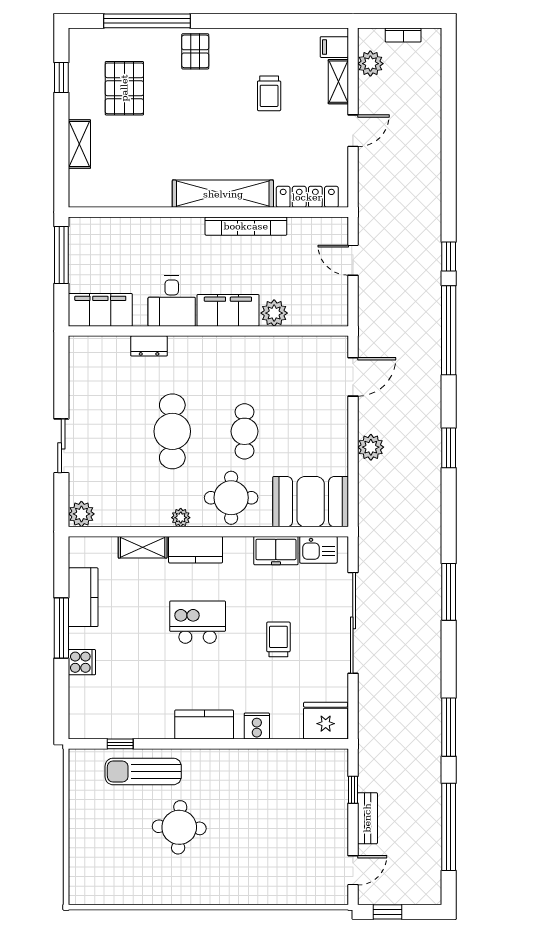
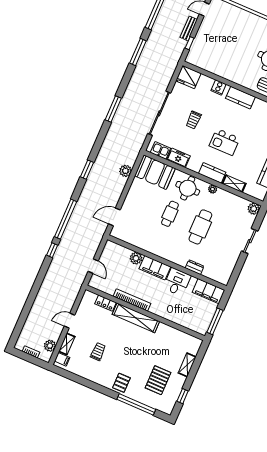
locker: (307, 197) -> (105, 303), width x0.66
plant: (371, 447) -> (125, 171), moved

